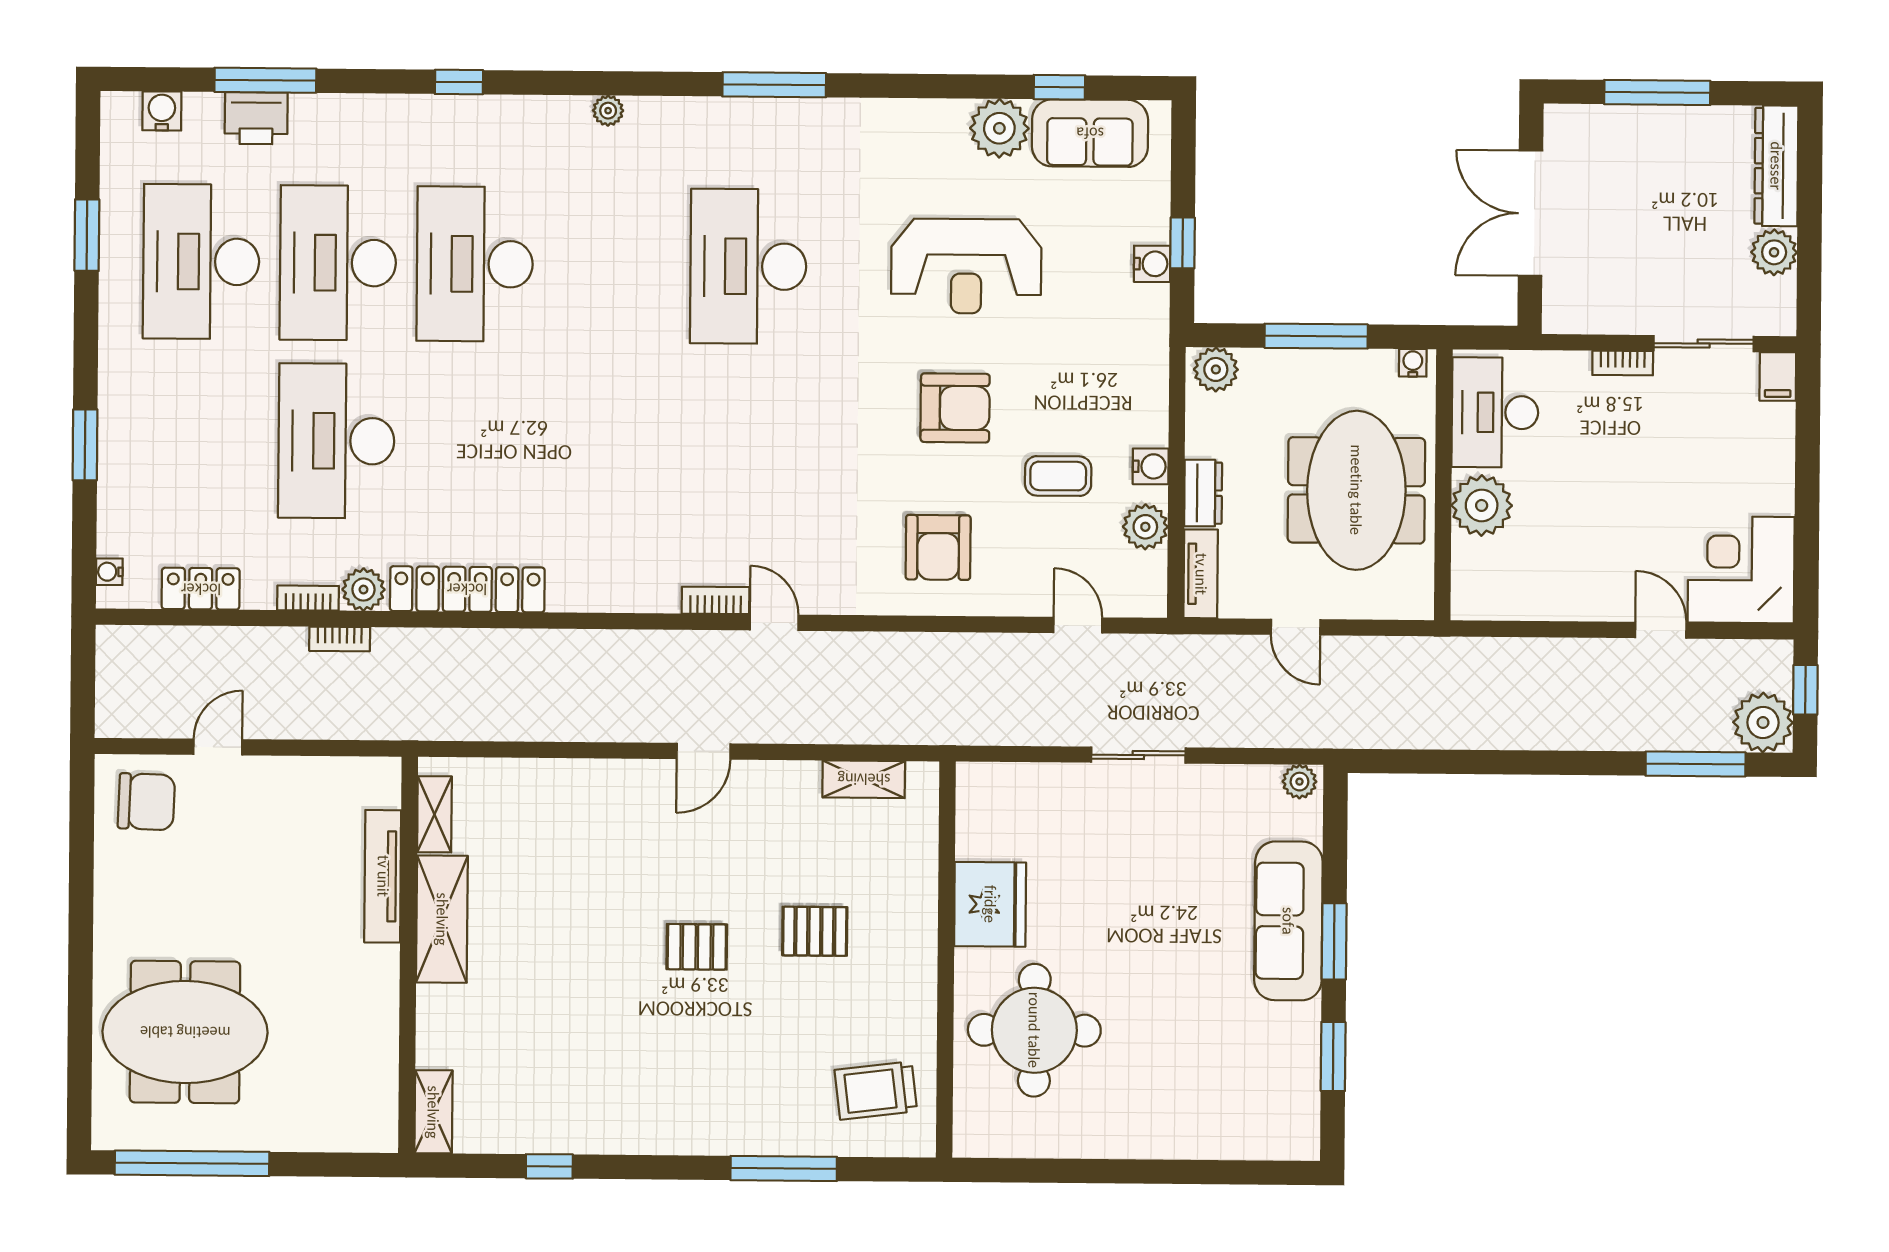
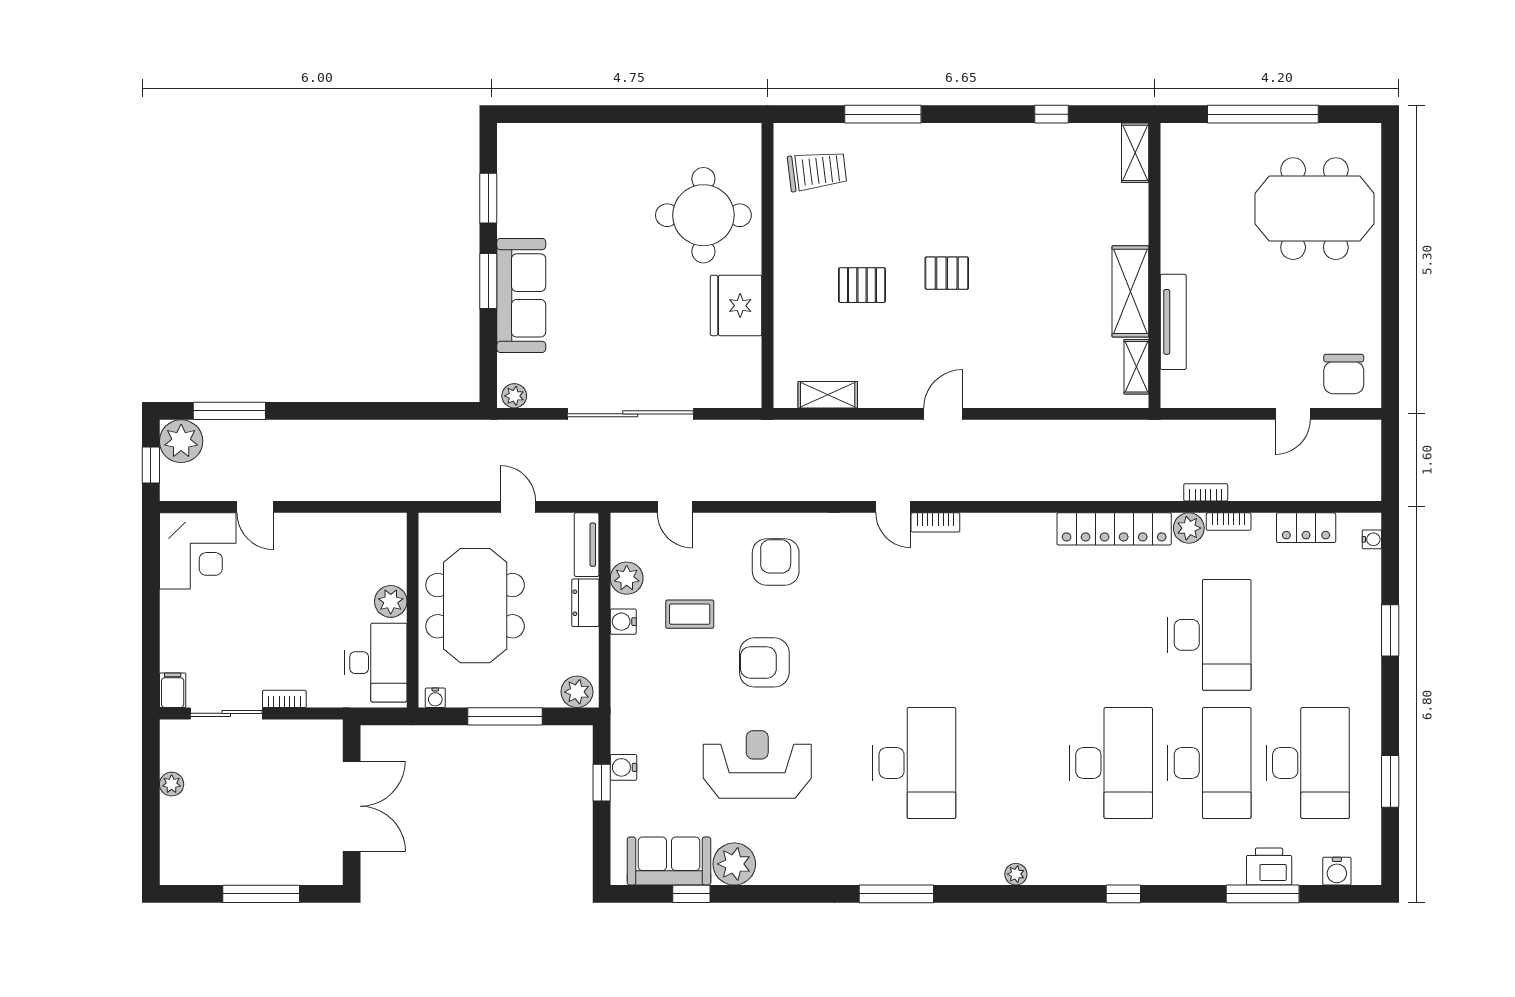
dresser: (1776, 166) -> (175, 842), removed
plant: (1774, 252) -> (172, 784), width x0.73, depth x0.73
plant: (1482, 505) -> (391, 601), width x0.73, depth x0.73
sliding door: (1138, 755) -> (630, 414), width x1.86
chair: (146, 802) -> (1344, 374), turned -92
window: (192, 1163) -> (1263, 114), moved

